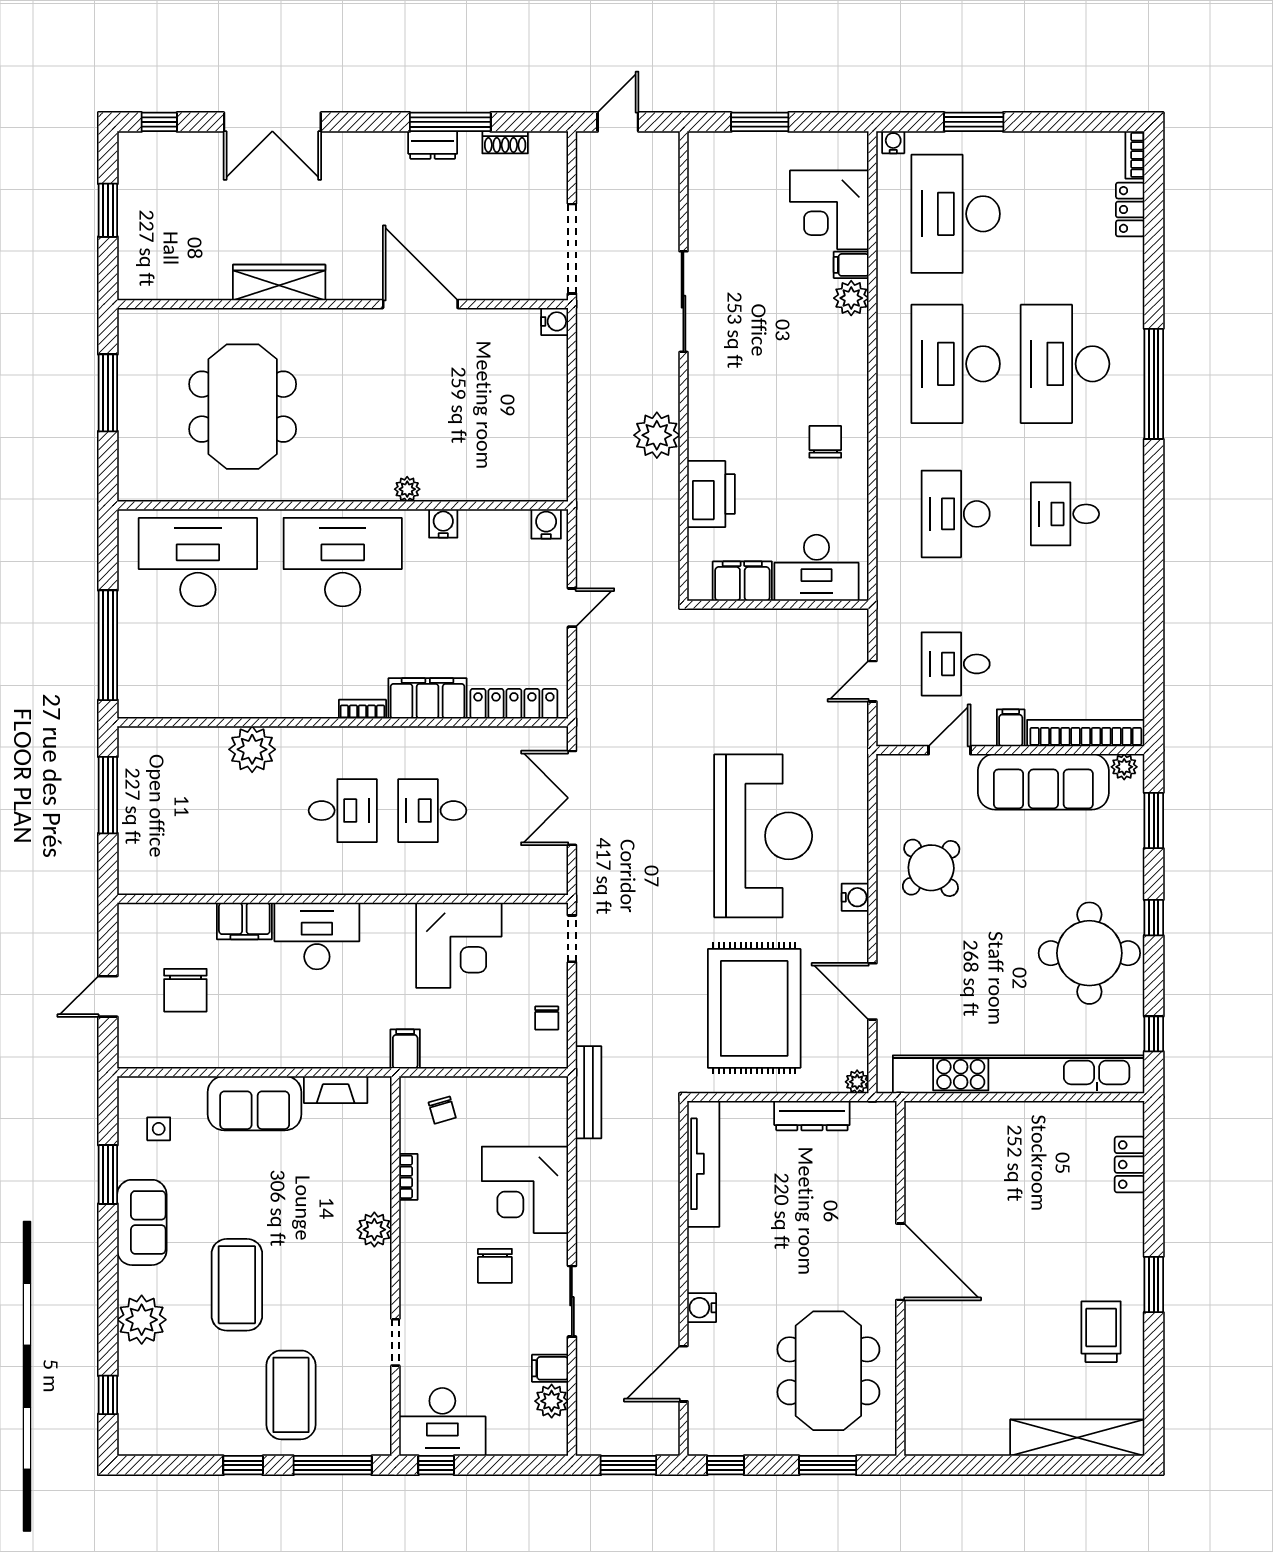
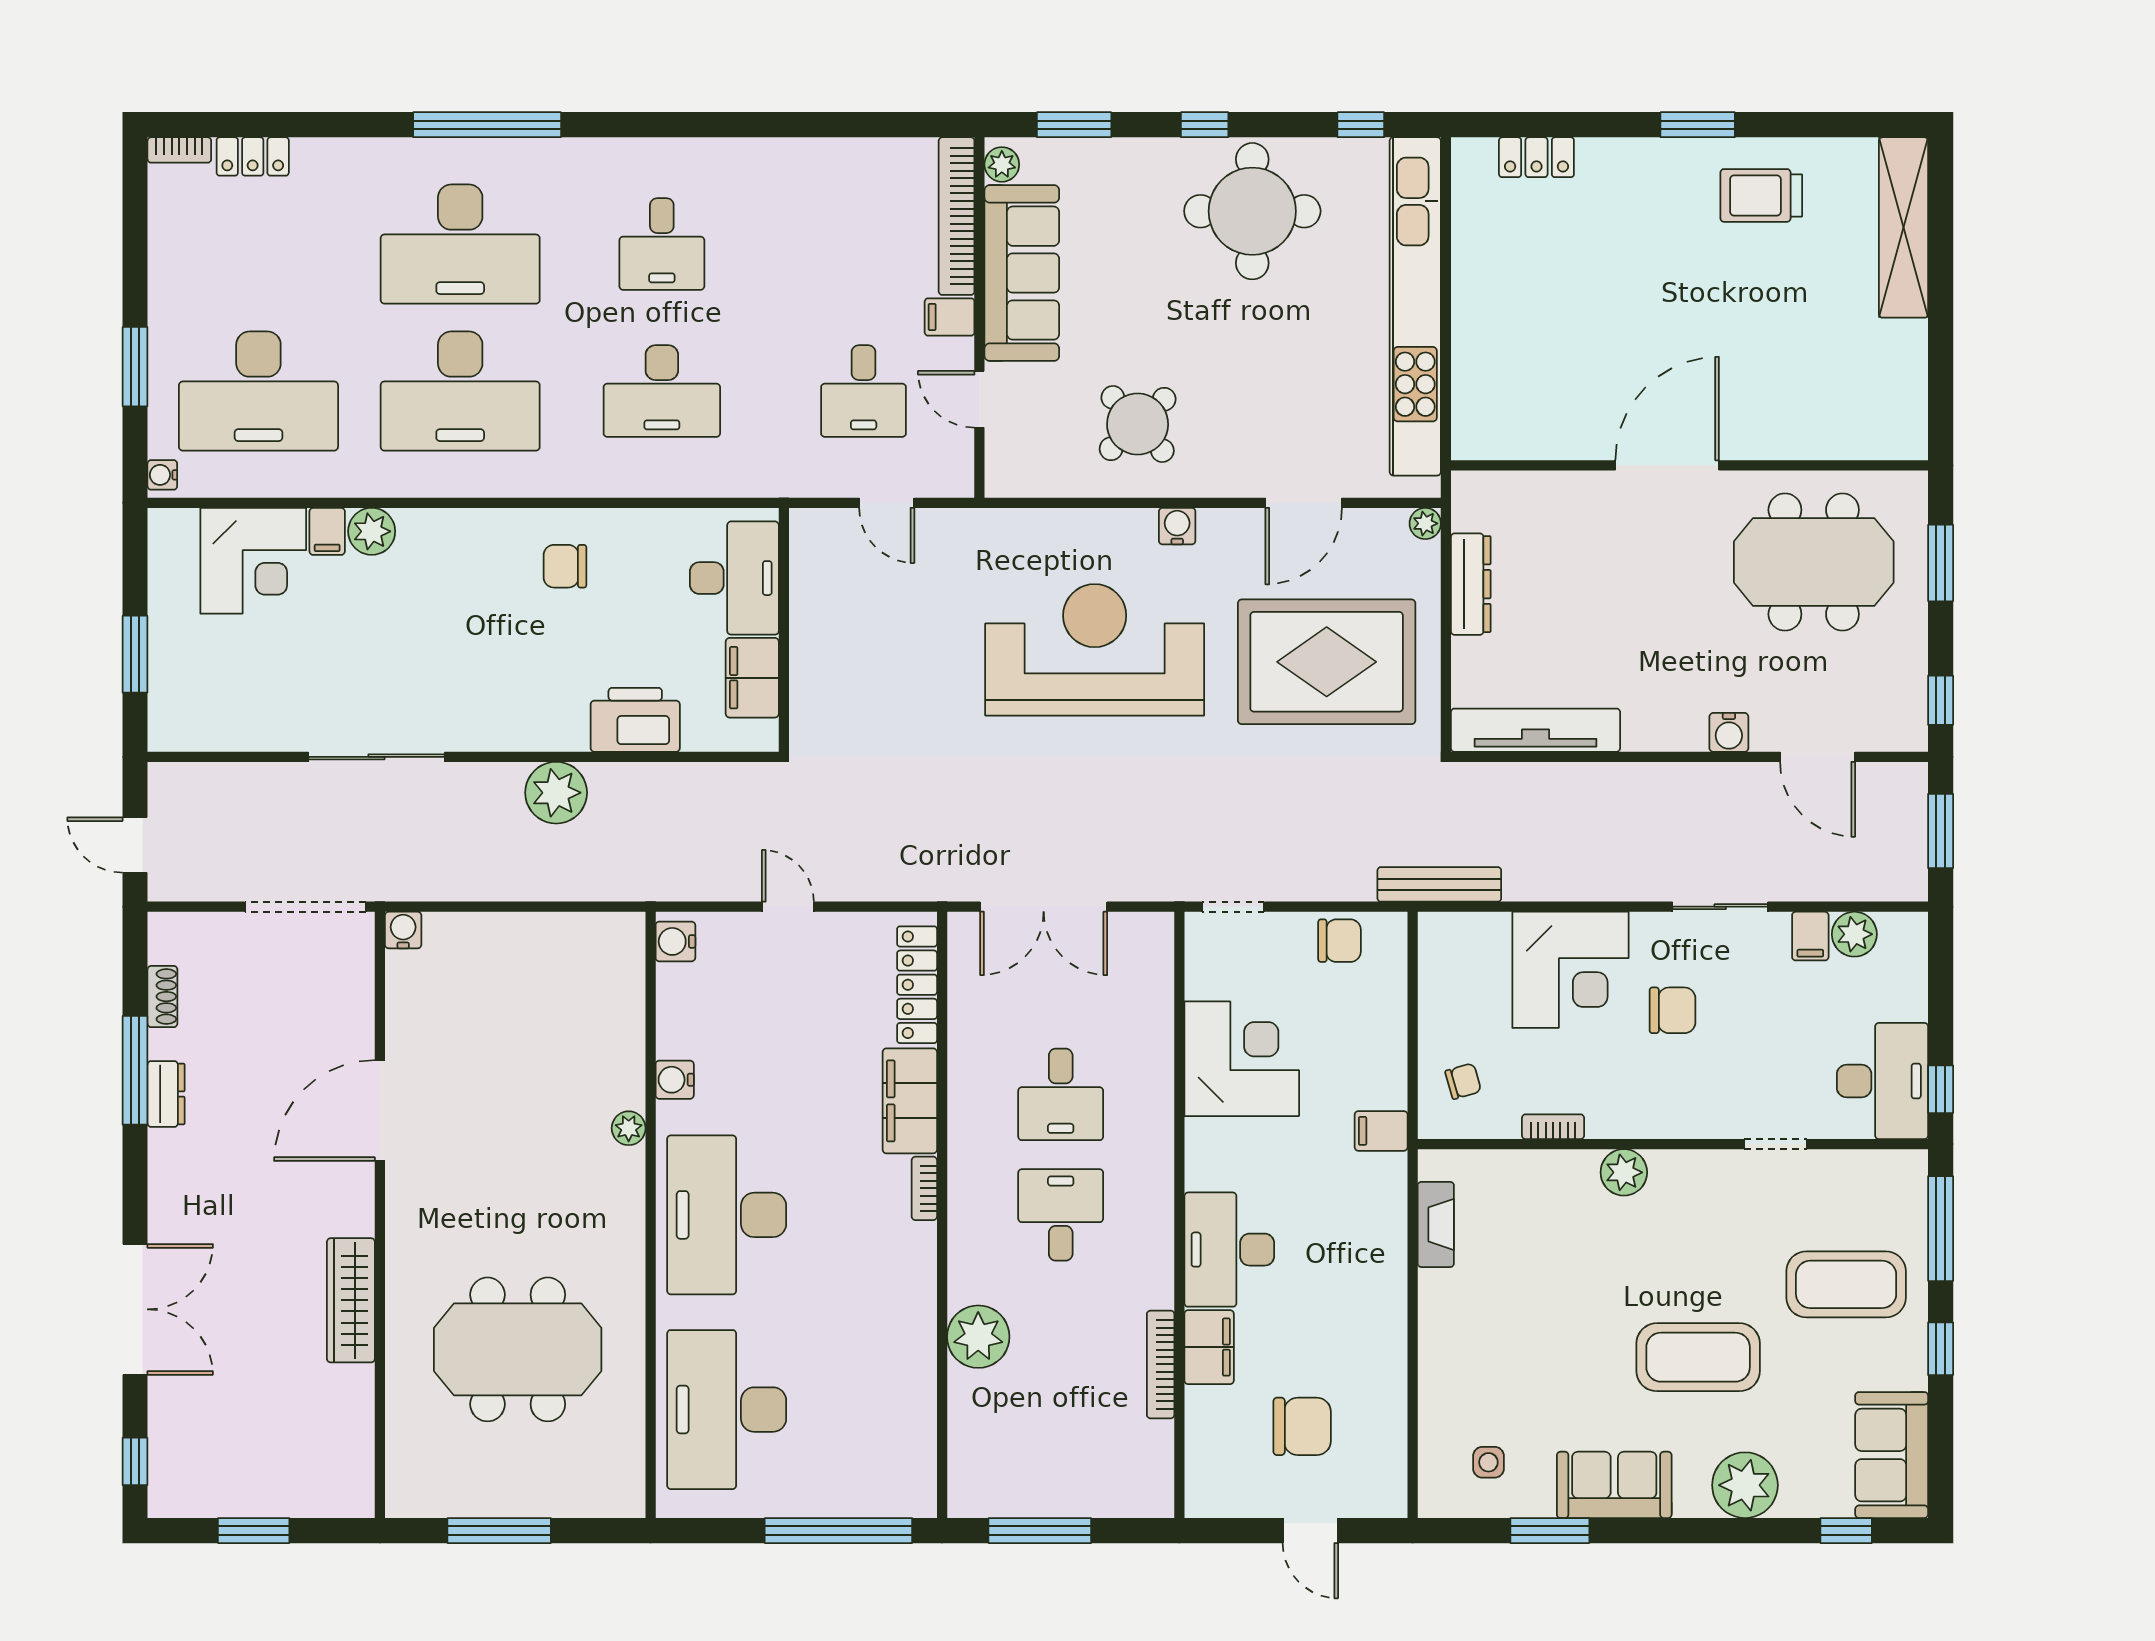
bookcase: (231, 885) -> (1161, 1364), added
chair: (547, 1018) -> (1339, 941), width x1.37, depth x1.37
sofa: (255, 1103) -> (1892, 1455), moved, turned 180

